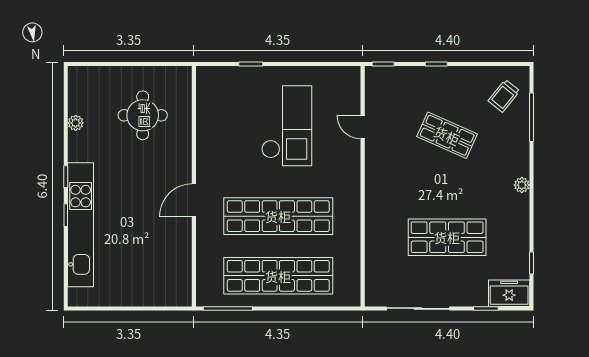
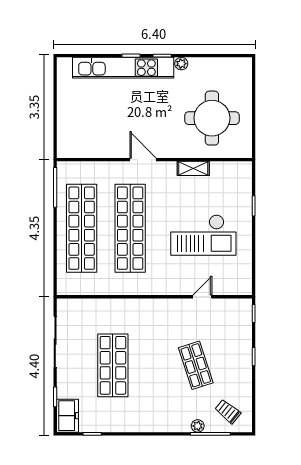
round table: (143, 115) -> (212, 118), width x1.36, depth x1.36
plant: (76, 123) -> (181, 64), moved
shop shelf: (447, 135) -> (196, 365), turned -42
shelving: (205, 138) -> (193, 168), added
plant: (522, 185) -> (198, 426), moved

